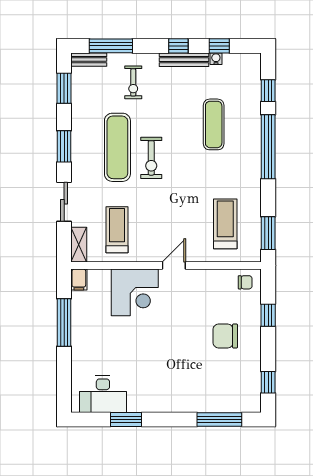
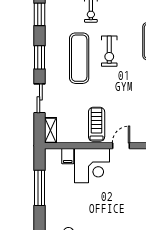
exercise bike: (151, 158) -> (109, 51), moved
treadmill: (117, 230) -> (97, 124), moved
filing cabinet: (79, 280) -> (68, 156), moved

